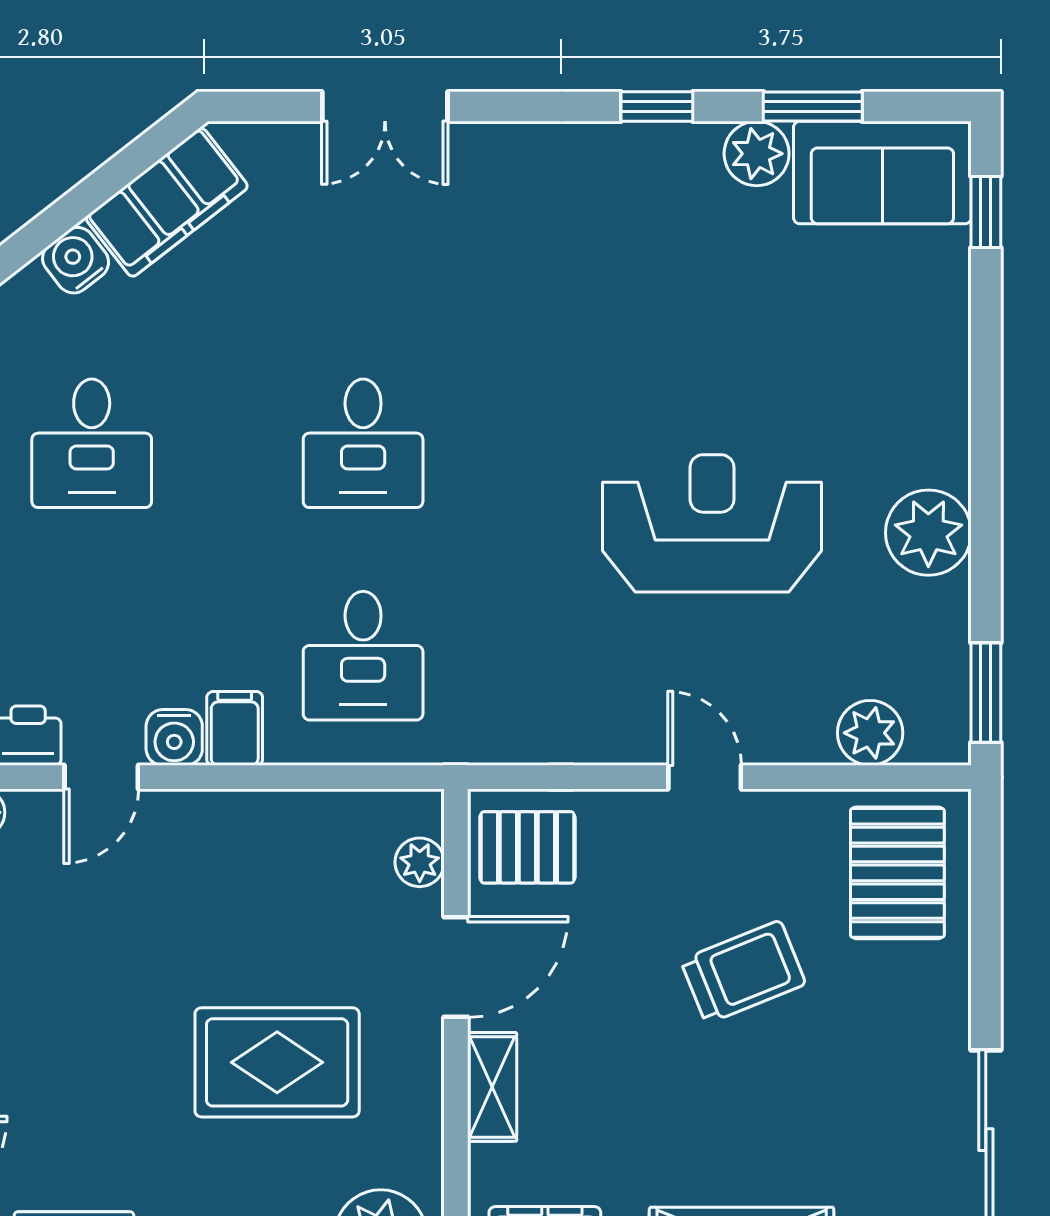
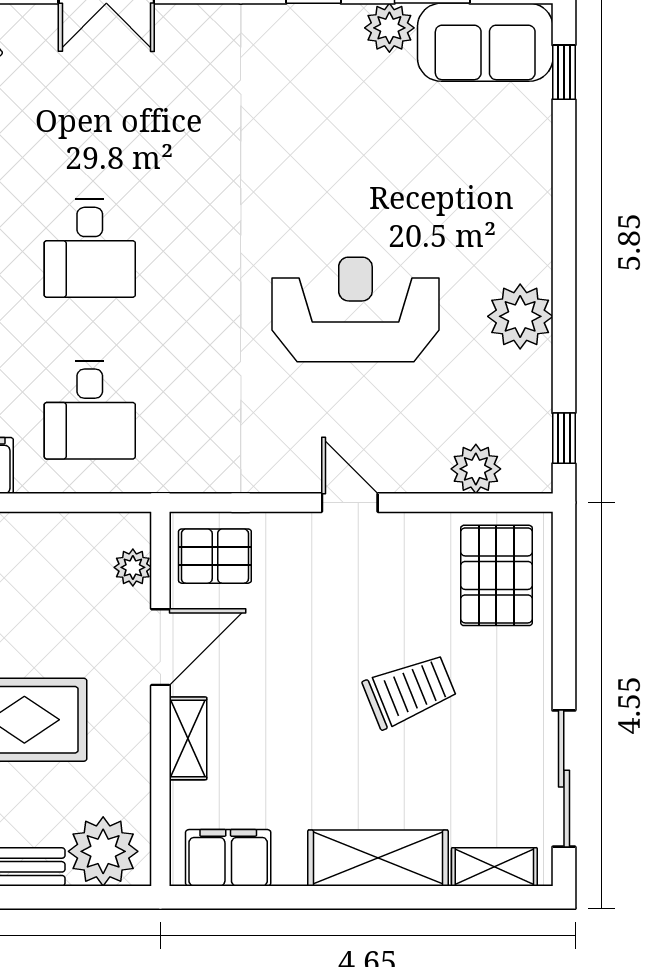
window: (986, 693) -> (564, 438), width x0.67
trolley: (743, 972) -> (410, 691), moved

